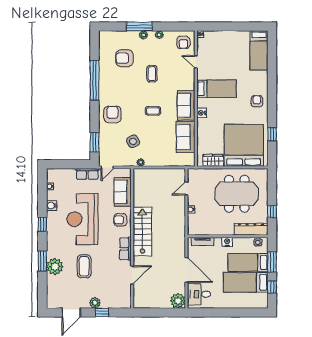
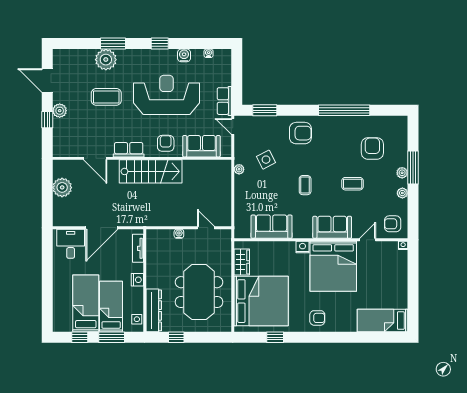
bed: (217, 89) -> (333, 266), width x2.04
sofa: (186, 105) -> (332, 227), moved
plant: (178, 301) -> (62, 187), moved

